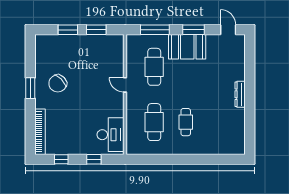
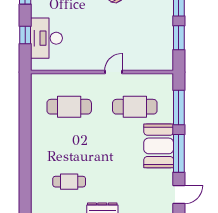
window: (193, 30) -> (179, 153), width x1.44
cafe table: (186, 122) -> (69, 182), moved
desk: (111, 135) -> (46, 38), moved, turned 90

